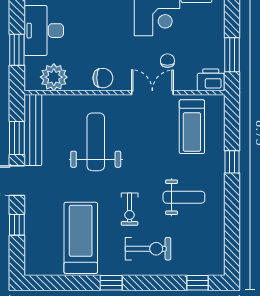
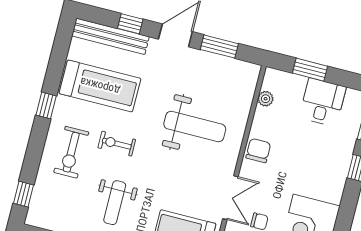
desk: (44, 31) -> (323, 102), width x0.73
plant: (54, 77) -> (266, 99), width x0.53, depth x0.53
chair: (103, 78) -> (258, 151), turned 180
bench: (33, 130) -> (110, 36), moved

